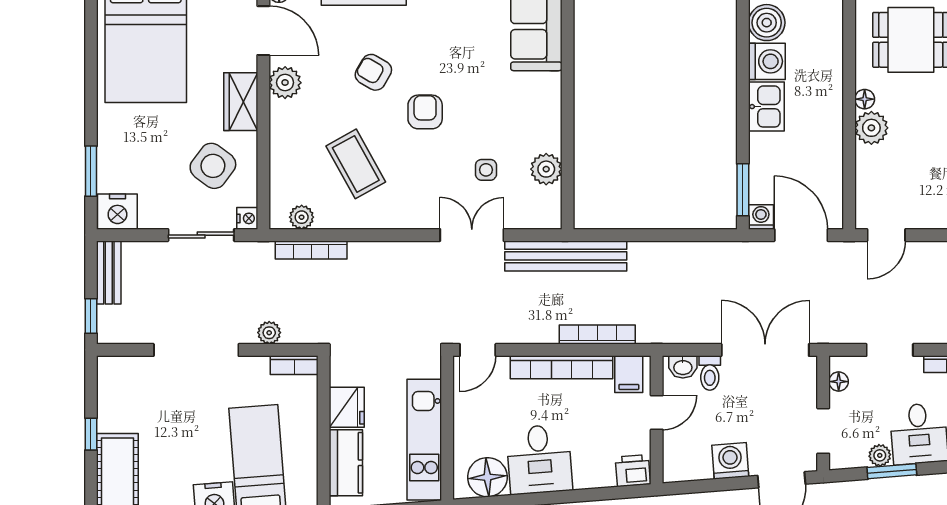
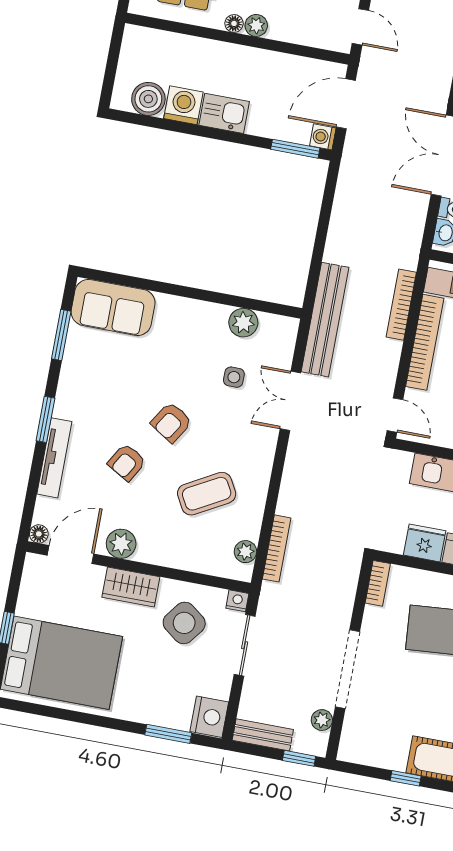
armchair: (425, 112) -> (171, 422), turned -58
plant: (871, 128) -> (256, 25), width x0.73, depth x0.73
plant: (269, 333) -> (322, 720), moved

